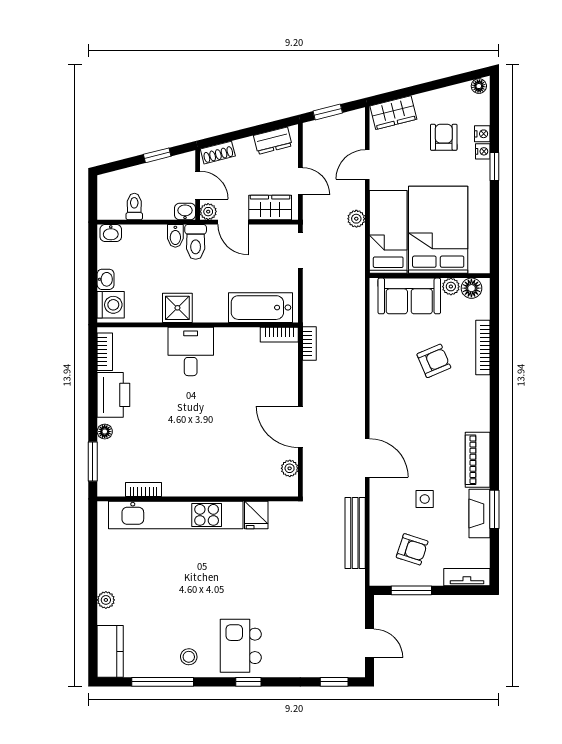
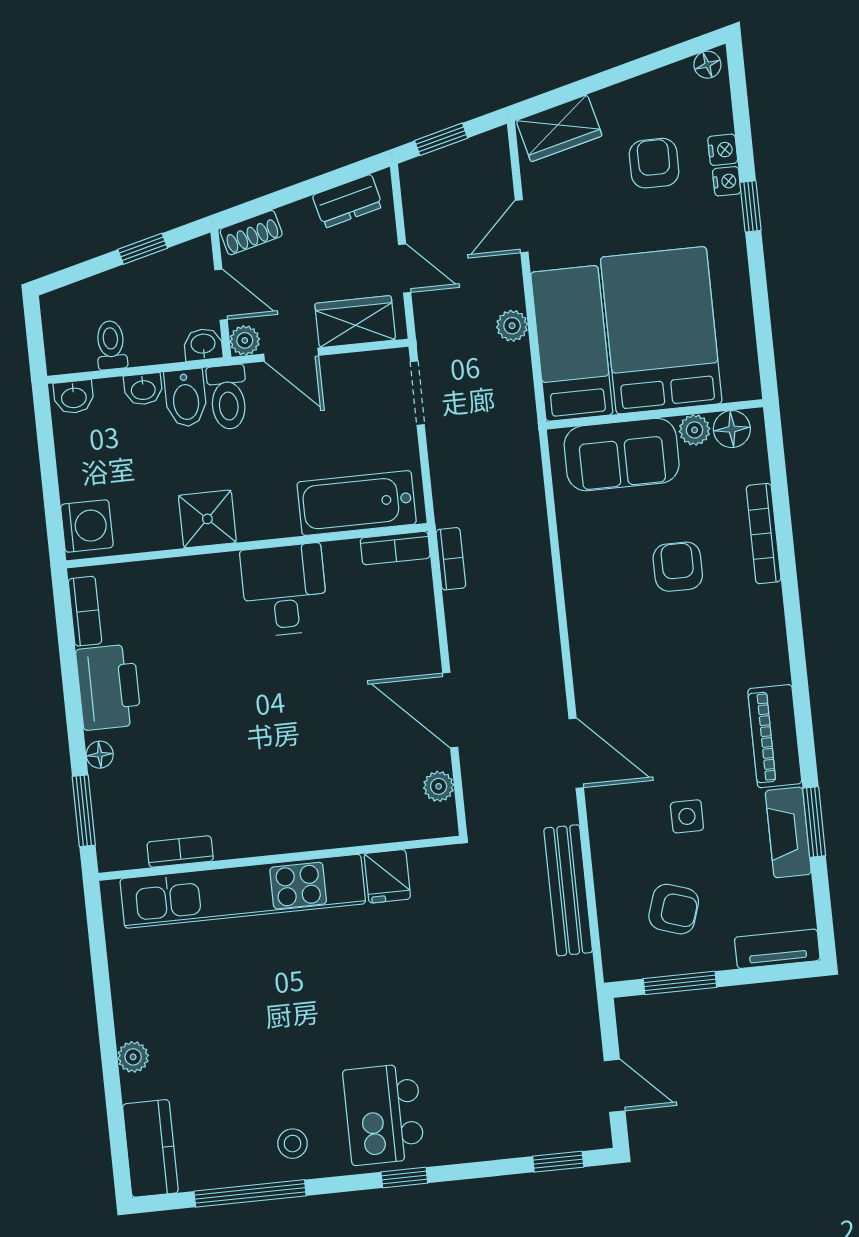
bidet: (175, 236) -> (186, 398), width x1.38, depth x1.36
washbasin: (106, 279) -> (143, 389), moved, turned 90
desk: (191, 351) -> (284, 590), moved
armchair: (434, 361) -> (678, 567), turned -67

